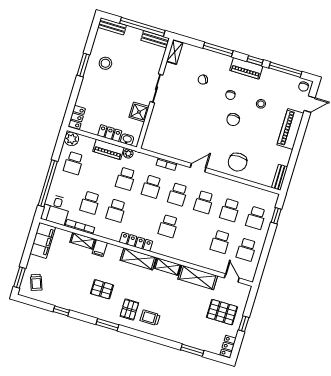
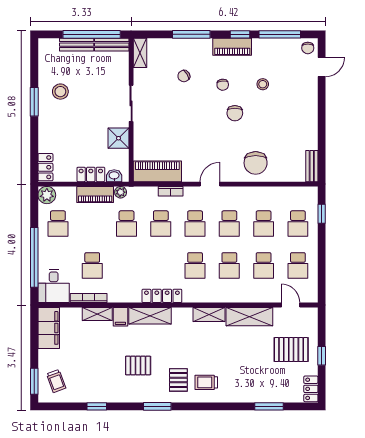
bench: (112, 26) -> (77, 45), moved
piano: (290, 129) -> (157, 171), moved, turned 90
school desk: (116, 211) -> (229, 265), moved
shelving: (138, 259) -> (150, 316), moved

